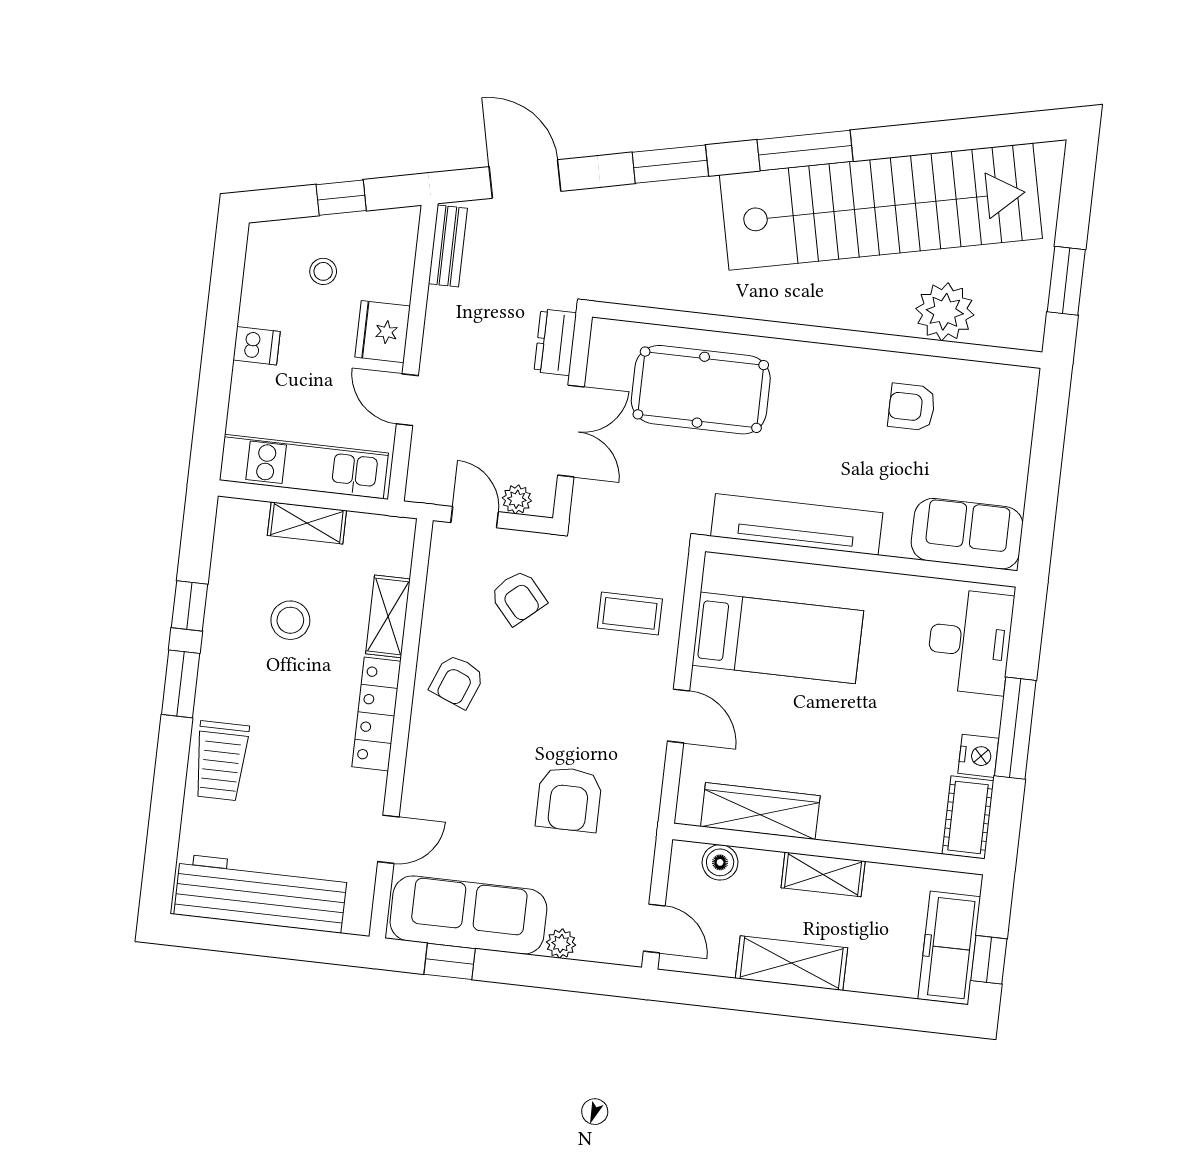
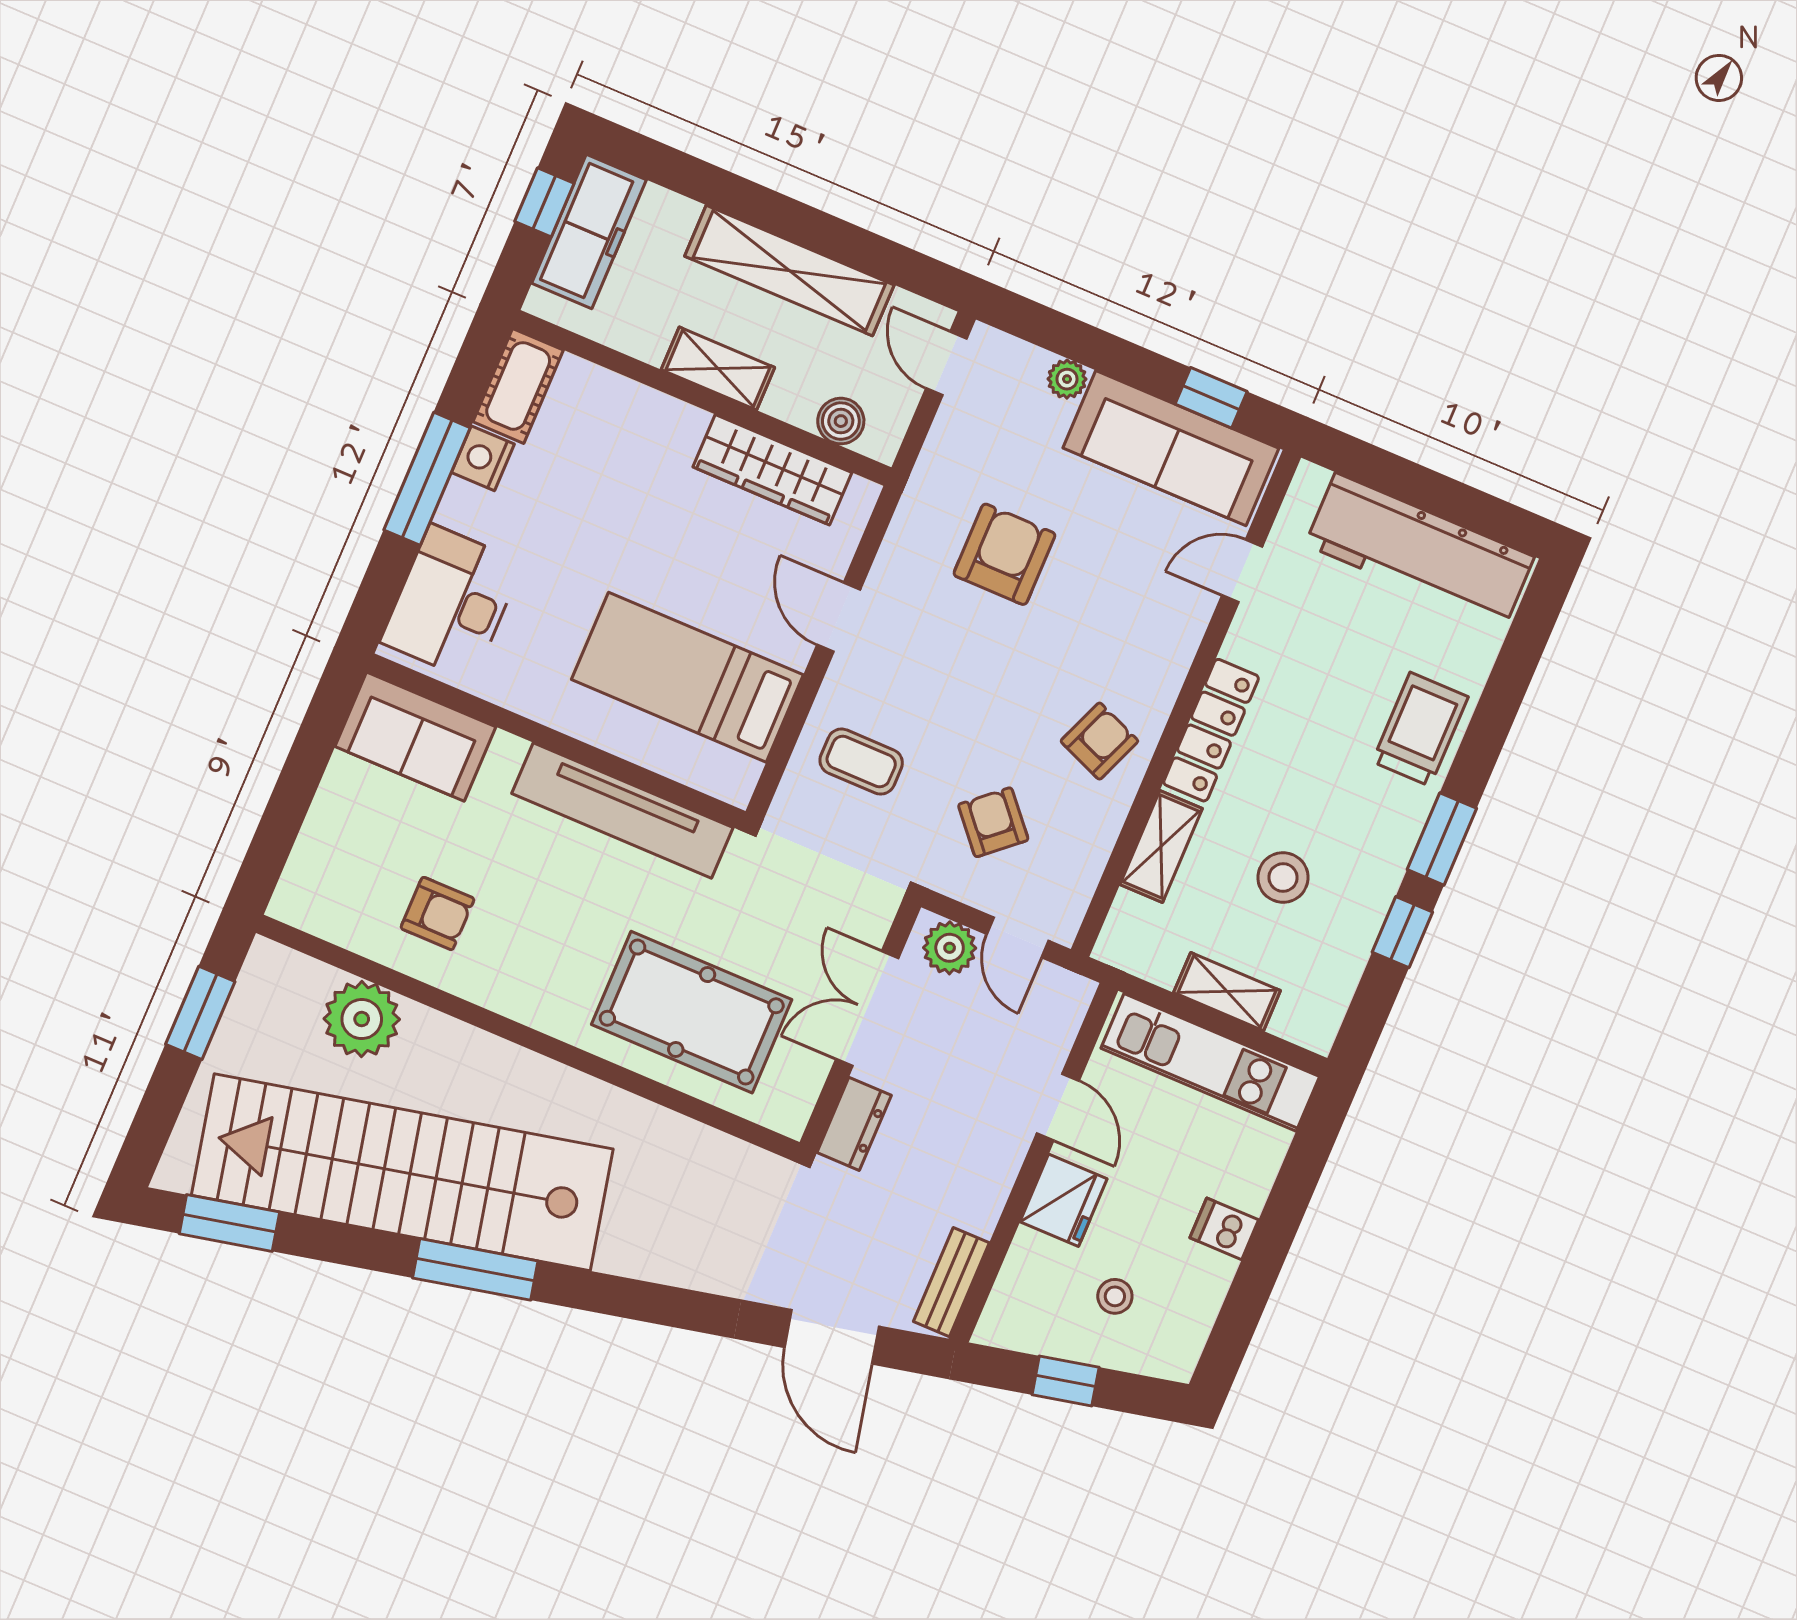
window: (670, 164) -> (229, 1223), moved
plant: (517, 499) -> (950, 948), width x1.38, depth x1.38
shelving: (792, 963) -> (789, 271), width x1.47

